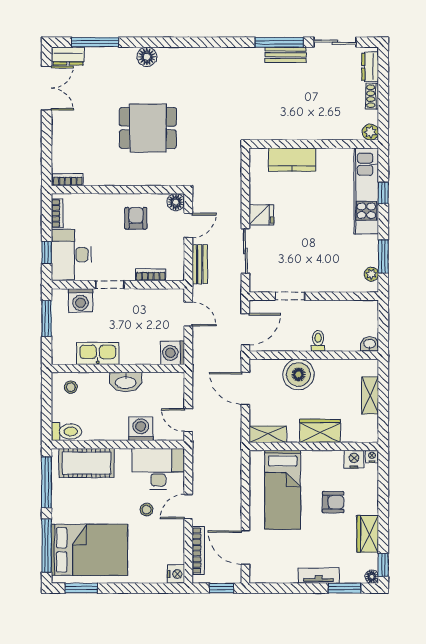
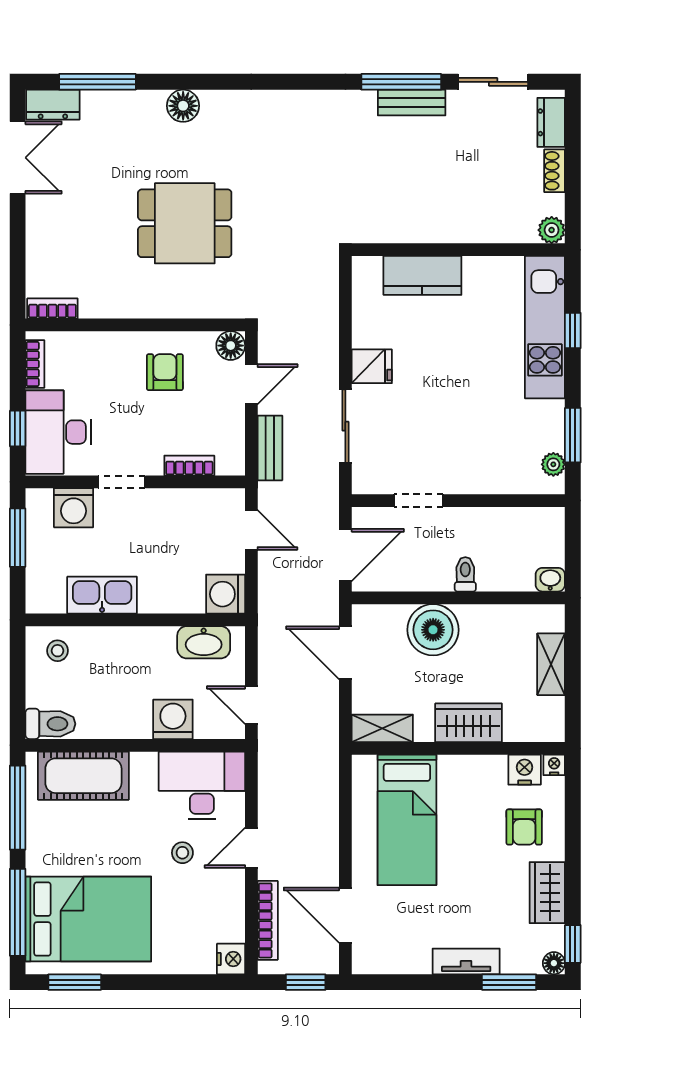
washbasin: (126, 382) -> (204, 642), moved
armchair: (333, 502) -> (524, 827), moved, turned 90

